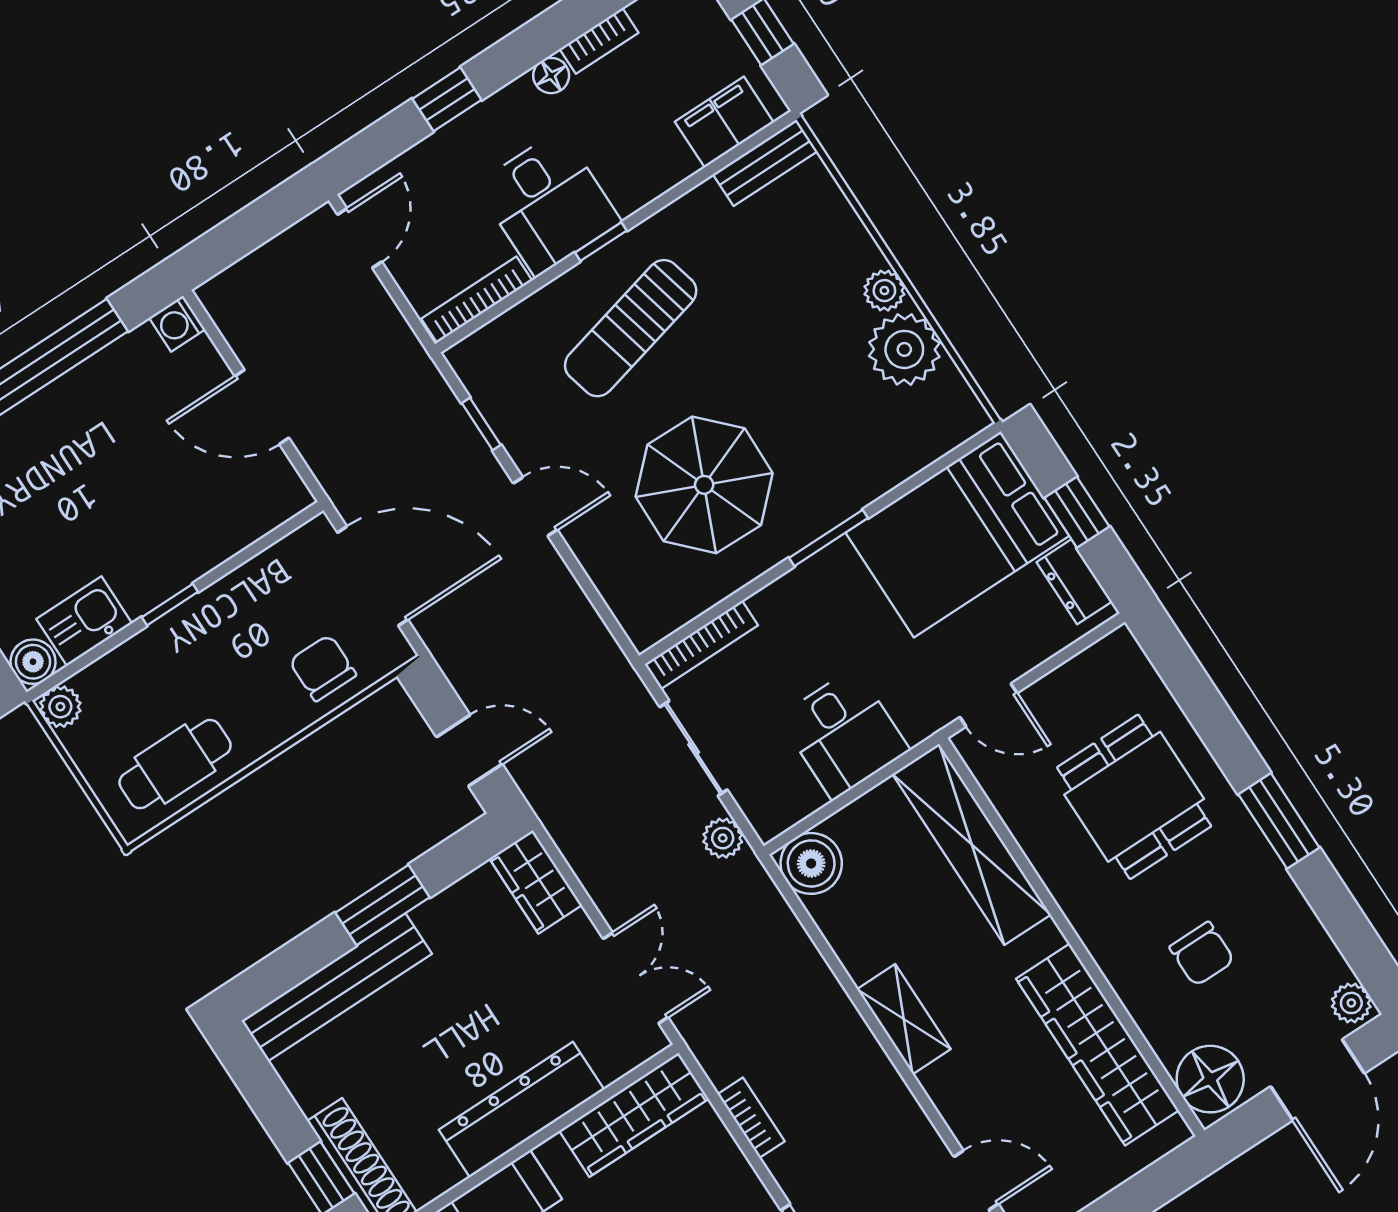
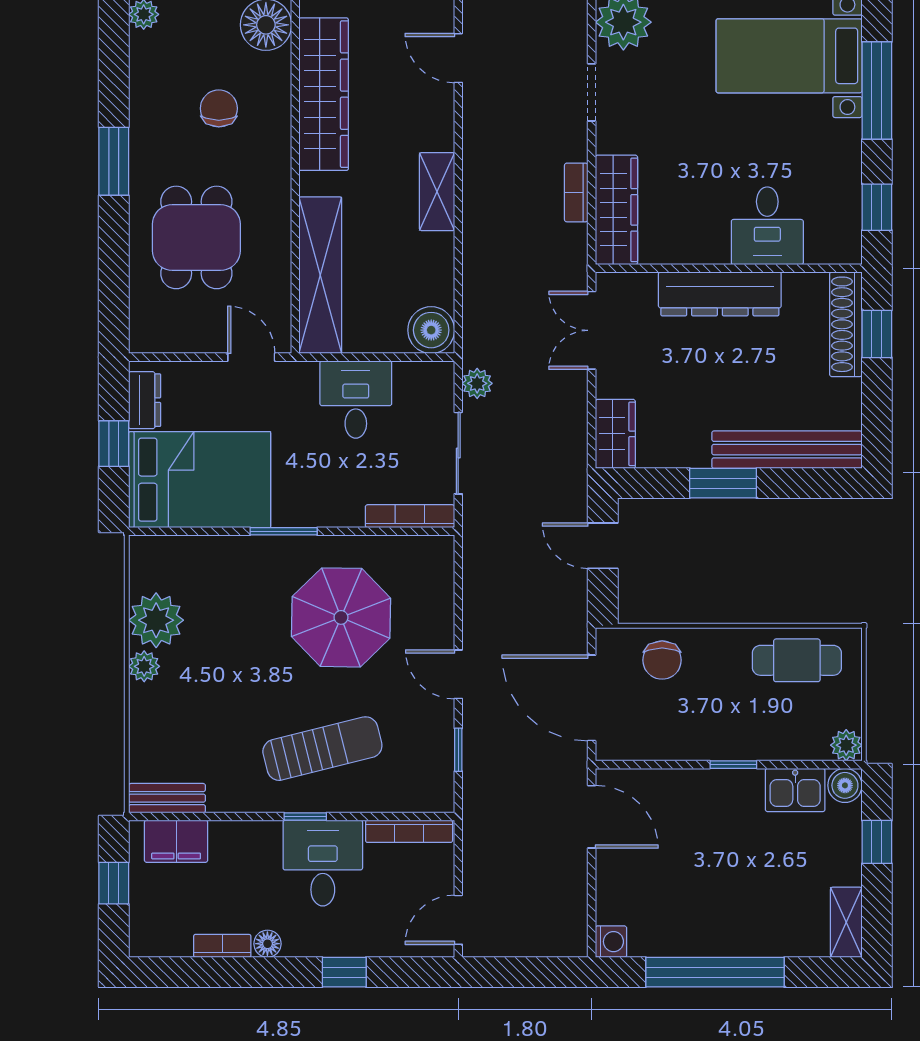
door: (262, 407) -> (592, 817), moved
wardrobe: (634, 1115) -> (616, 210), moved, turned 90

